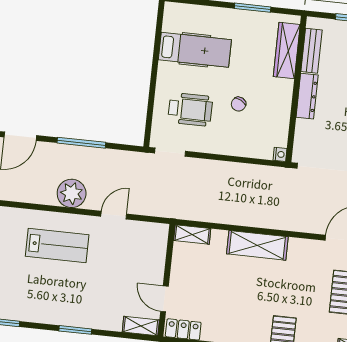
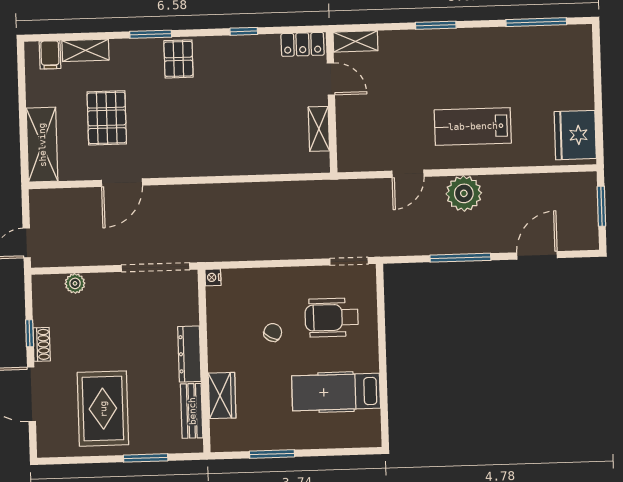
wardrobe: (287, 51) -> (222, 396), width x0.67
shelving: (192, 235) -> (319, 129), moved, turned 90
shelving: (257, 245) -> (225, 161), removed

